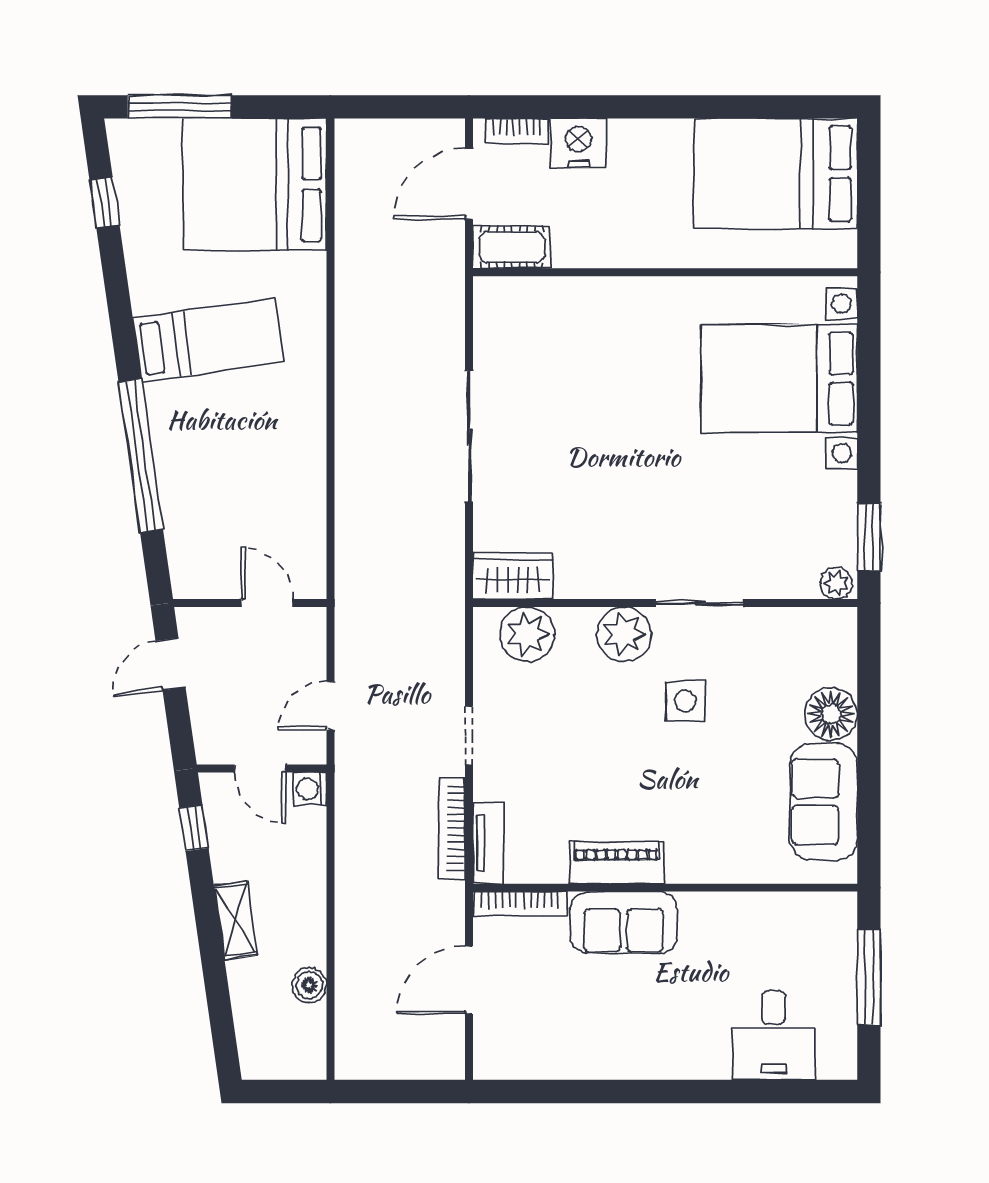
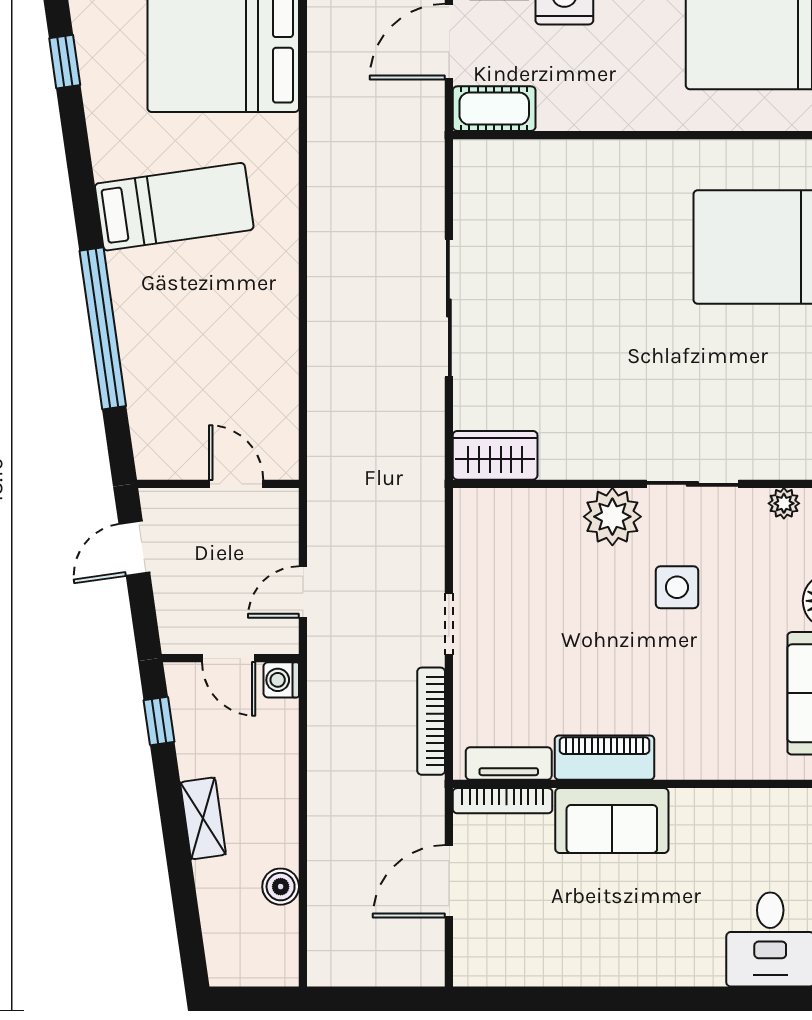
plant: (527, 634) -> (784, 503), moved, width x0.53, depth x0.53
tv unit: (488, 843) -> (509, 763), moved, turned -90

